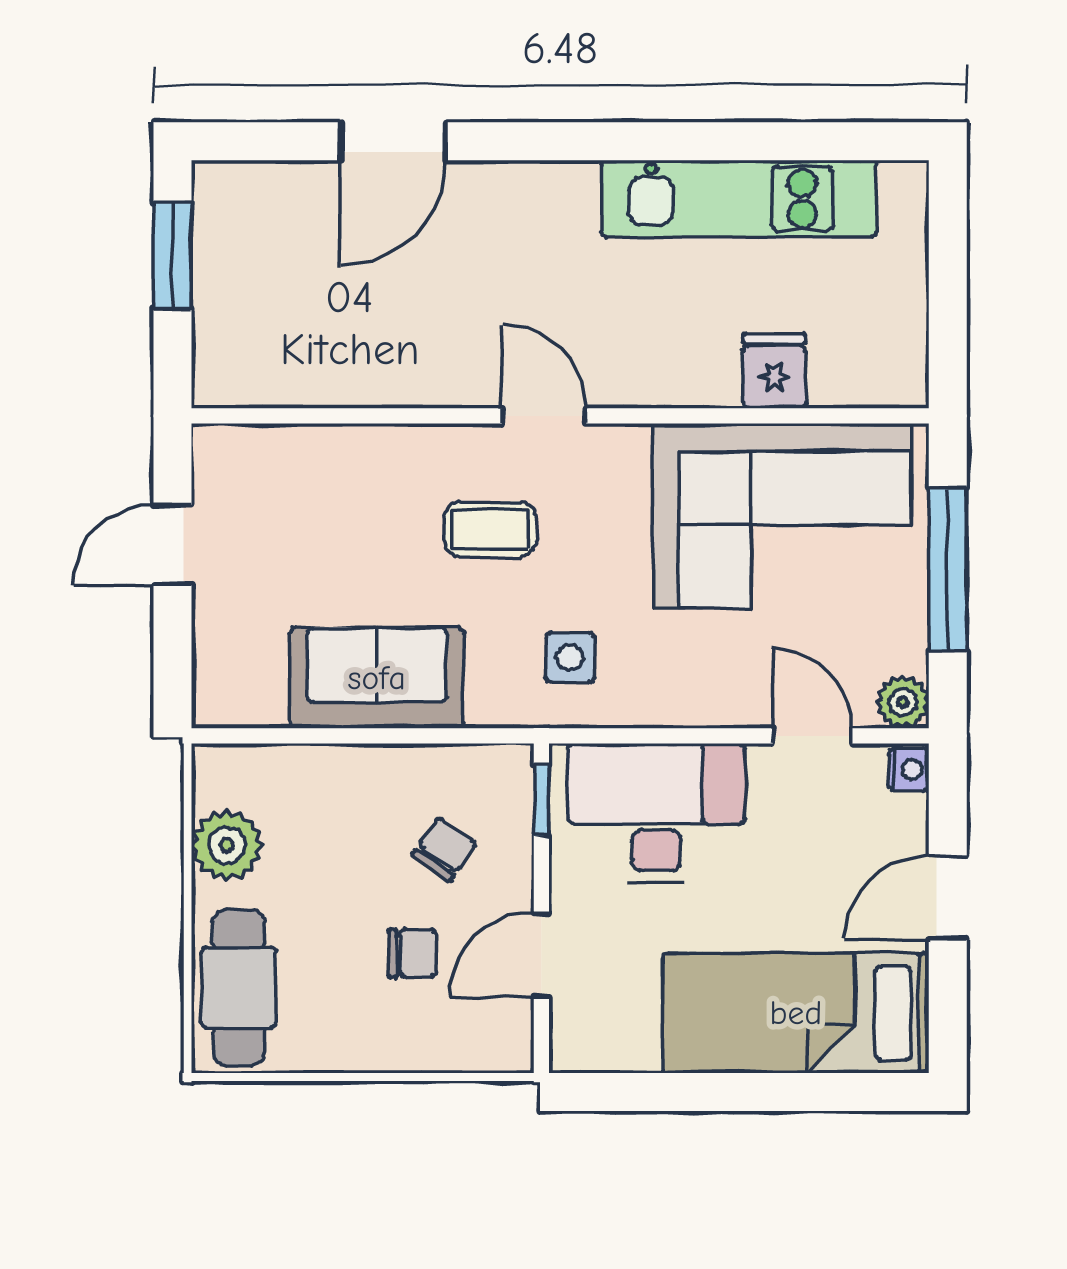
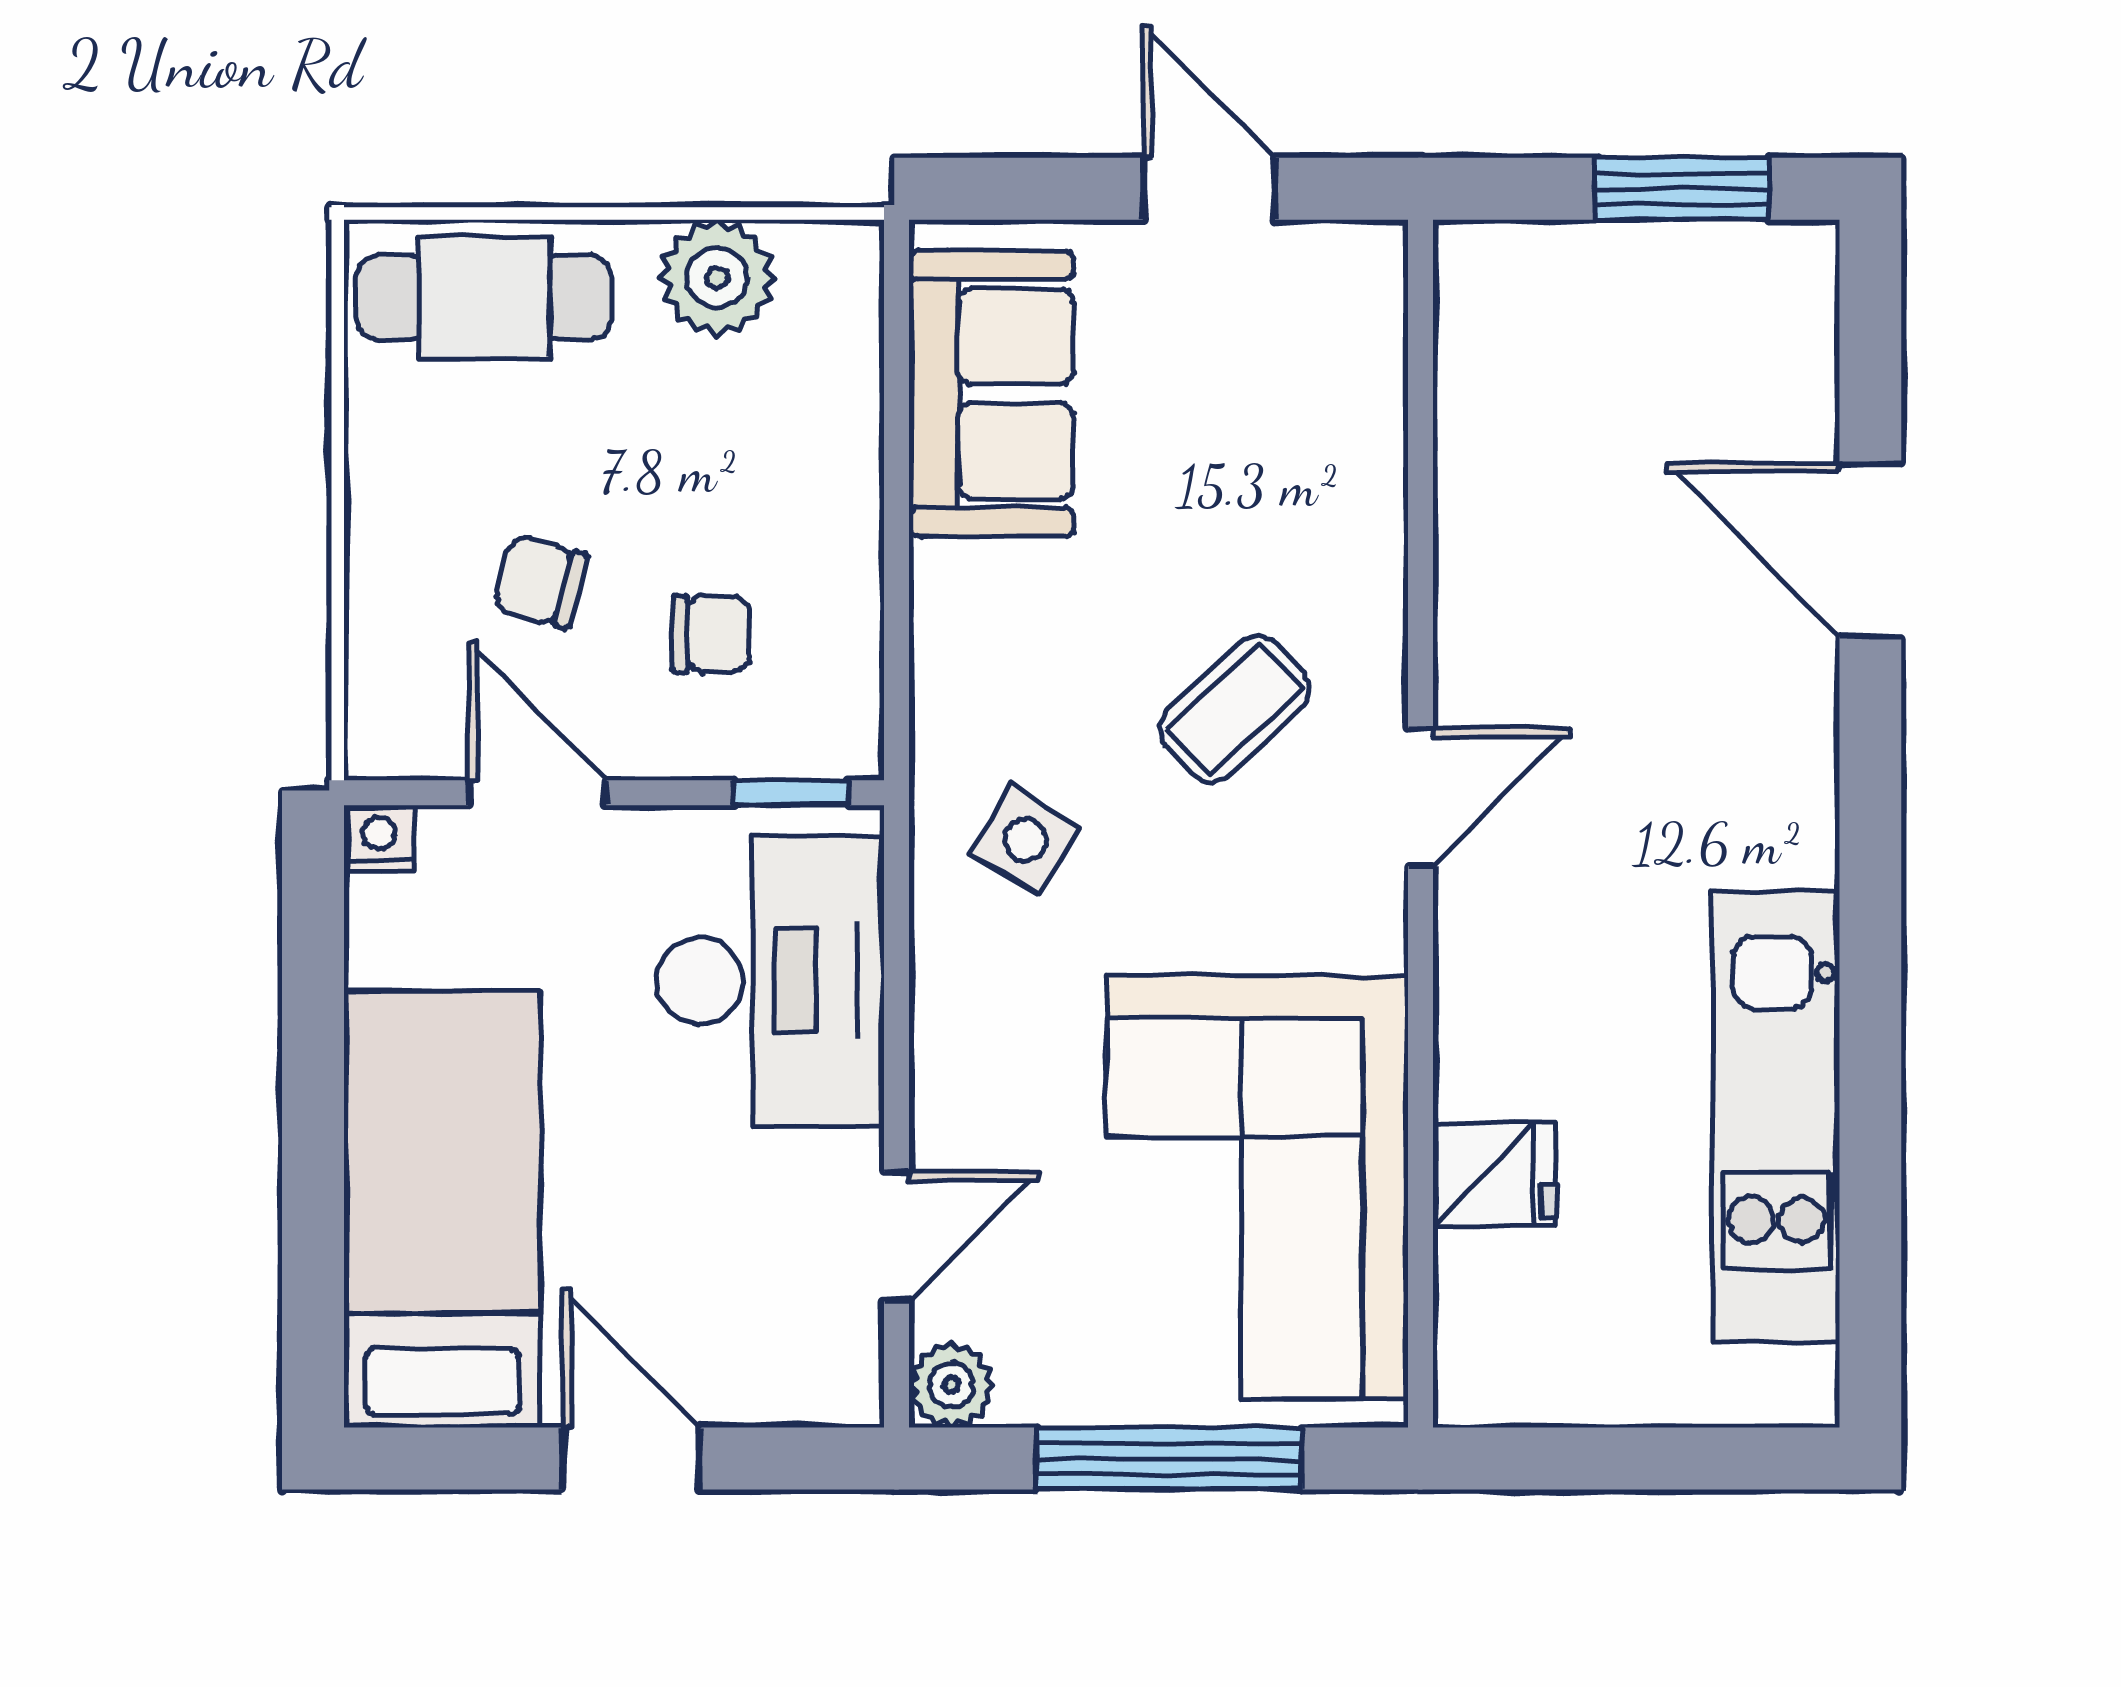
coffee table: (490, 529) -> (1235, 709), turned 47
side table: (570, 657) -> (1025, 840), turned 32
sofa: (377, 678) -> (991, 394), moved
nightstand: (909, 769) -> (379, 838), moved, turned 180
chair: (444, 849) -> (711, 634), turned -35
chair: (412, 953) -> (541, 582), turned 105

